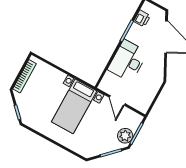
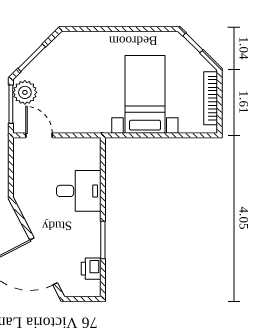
desk: (128, 61) -> (79, 191), width x0.73
door: (117, 101) -> (39, 135), moved
bed with nightstands: (74, 106) -> (145, 94), moved

